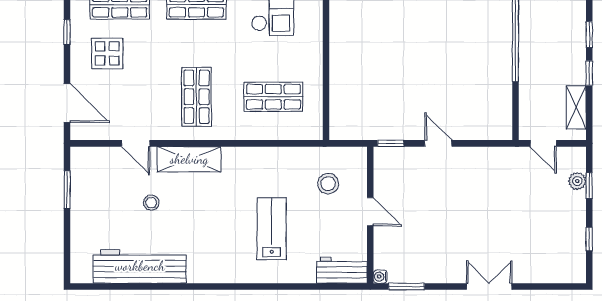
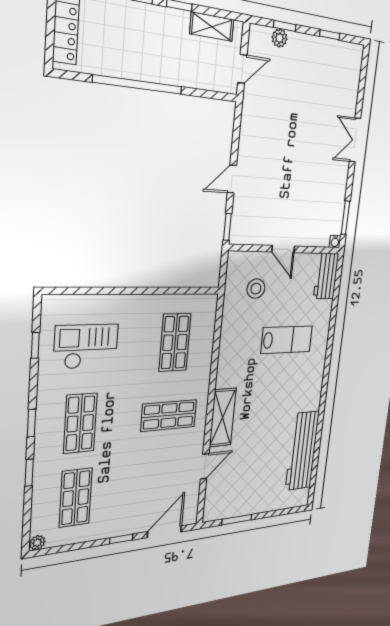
window: (67, 32) -> (121, 539), moved
display table: (107, 53) -> (122, 503), removed
stool: (151, 203) -> (255, 447), removed
door: (370, 212) -> (283, 249), swing flipped
lab bench: (272, 229) -> (287, 340), turned 180

